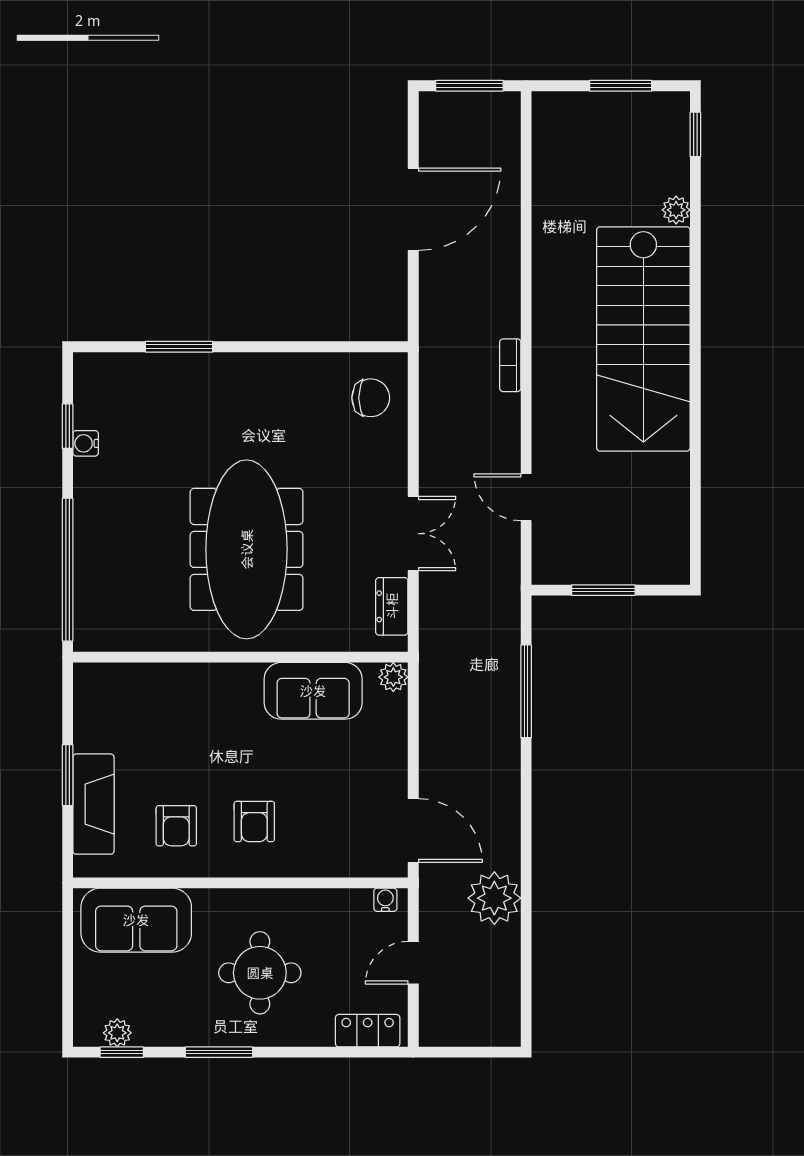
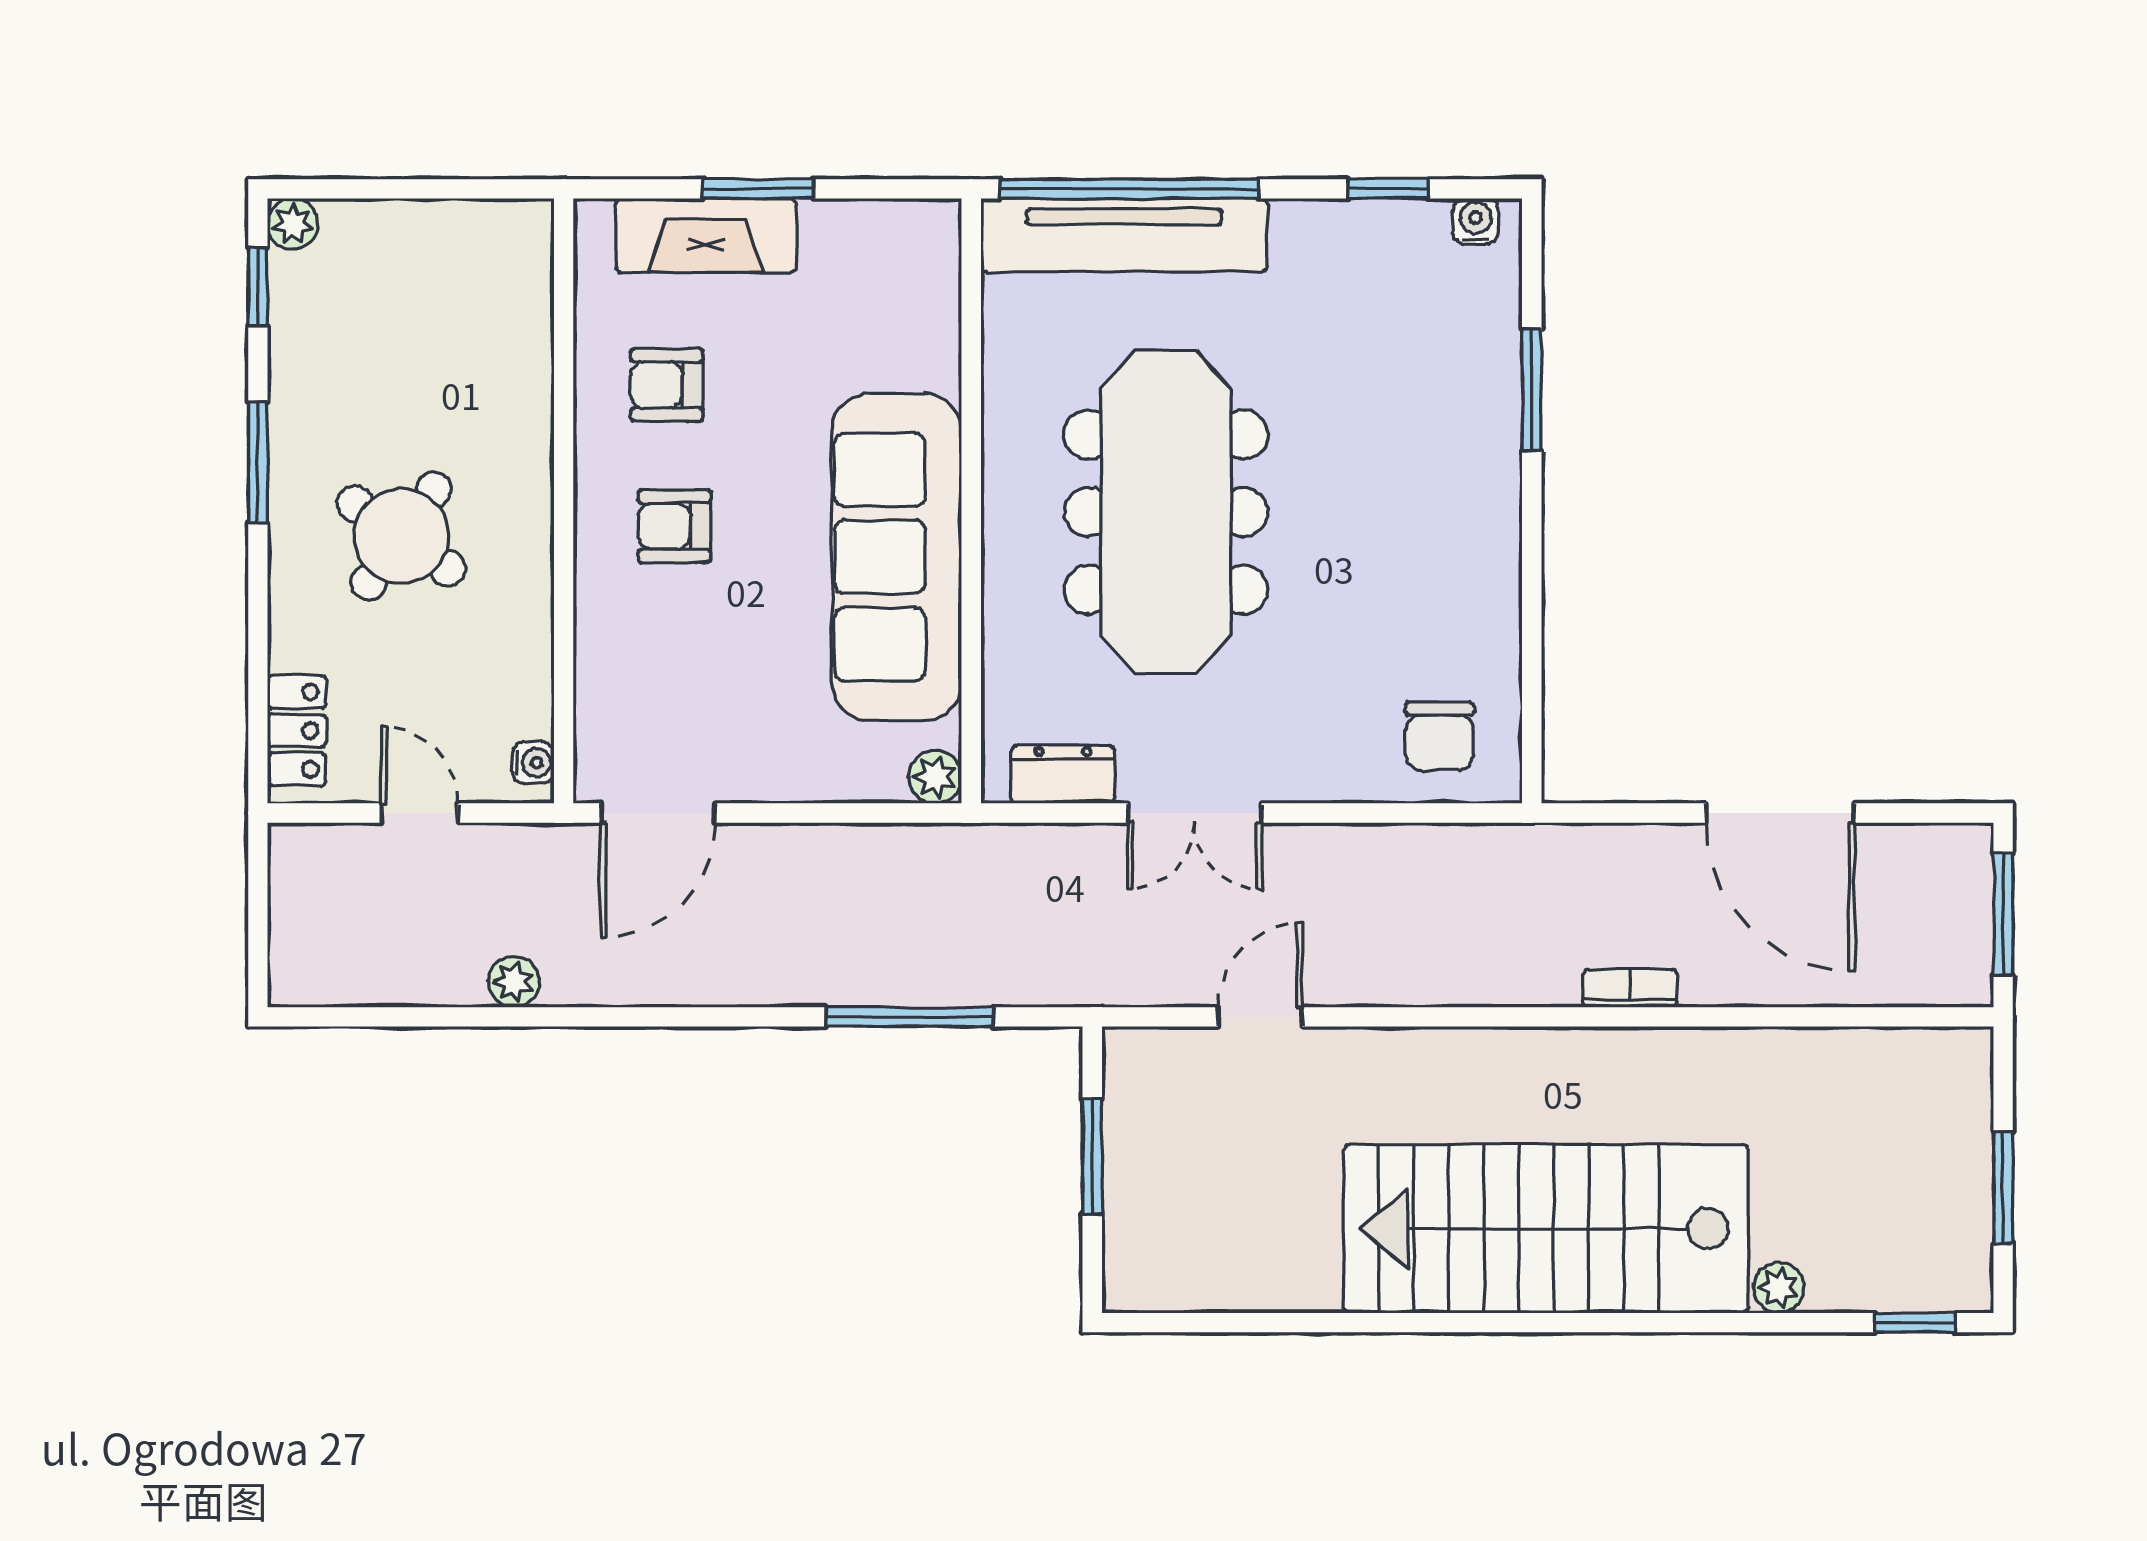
bookcase: (510, 365) -> (1630, 988), moved
water cooler: (86, 443) -> (1476, 221), moved
meeting table: (247, 549) -> (1166, 512), turned 90
tv unit: (93, 572) -> (1124, 235), added
sofa: (313, 691) -> (897, 557), width x1.85, depth x1.27
plant: (494, 898) -> (514, 982), width x0.53, depth x0.53
sofa: (136, 920) -> (496, 313), removed
round table: (260, 973) -> (401, 536), turned 35
plant: (117, 1033) -> (293, 224), moved

